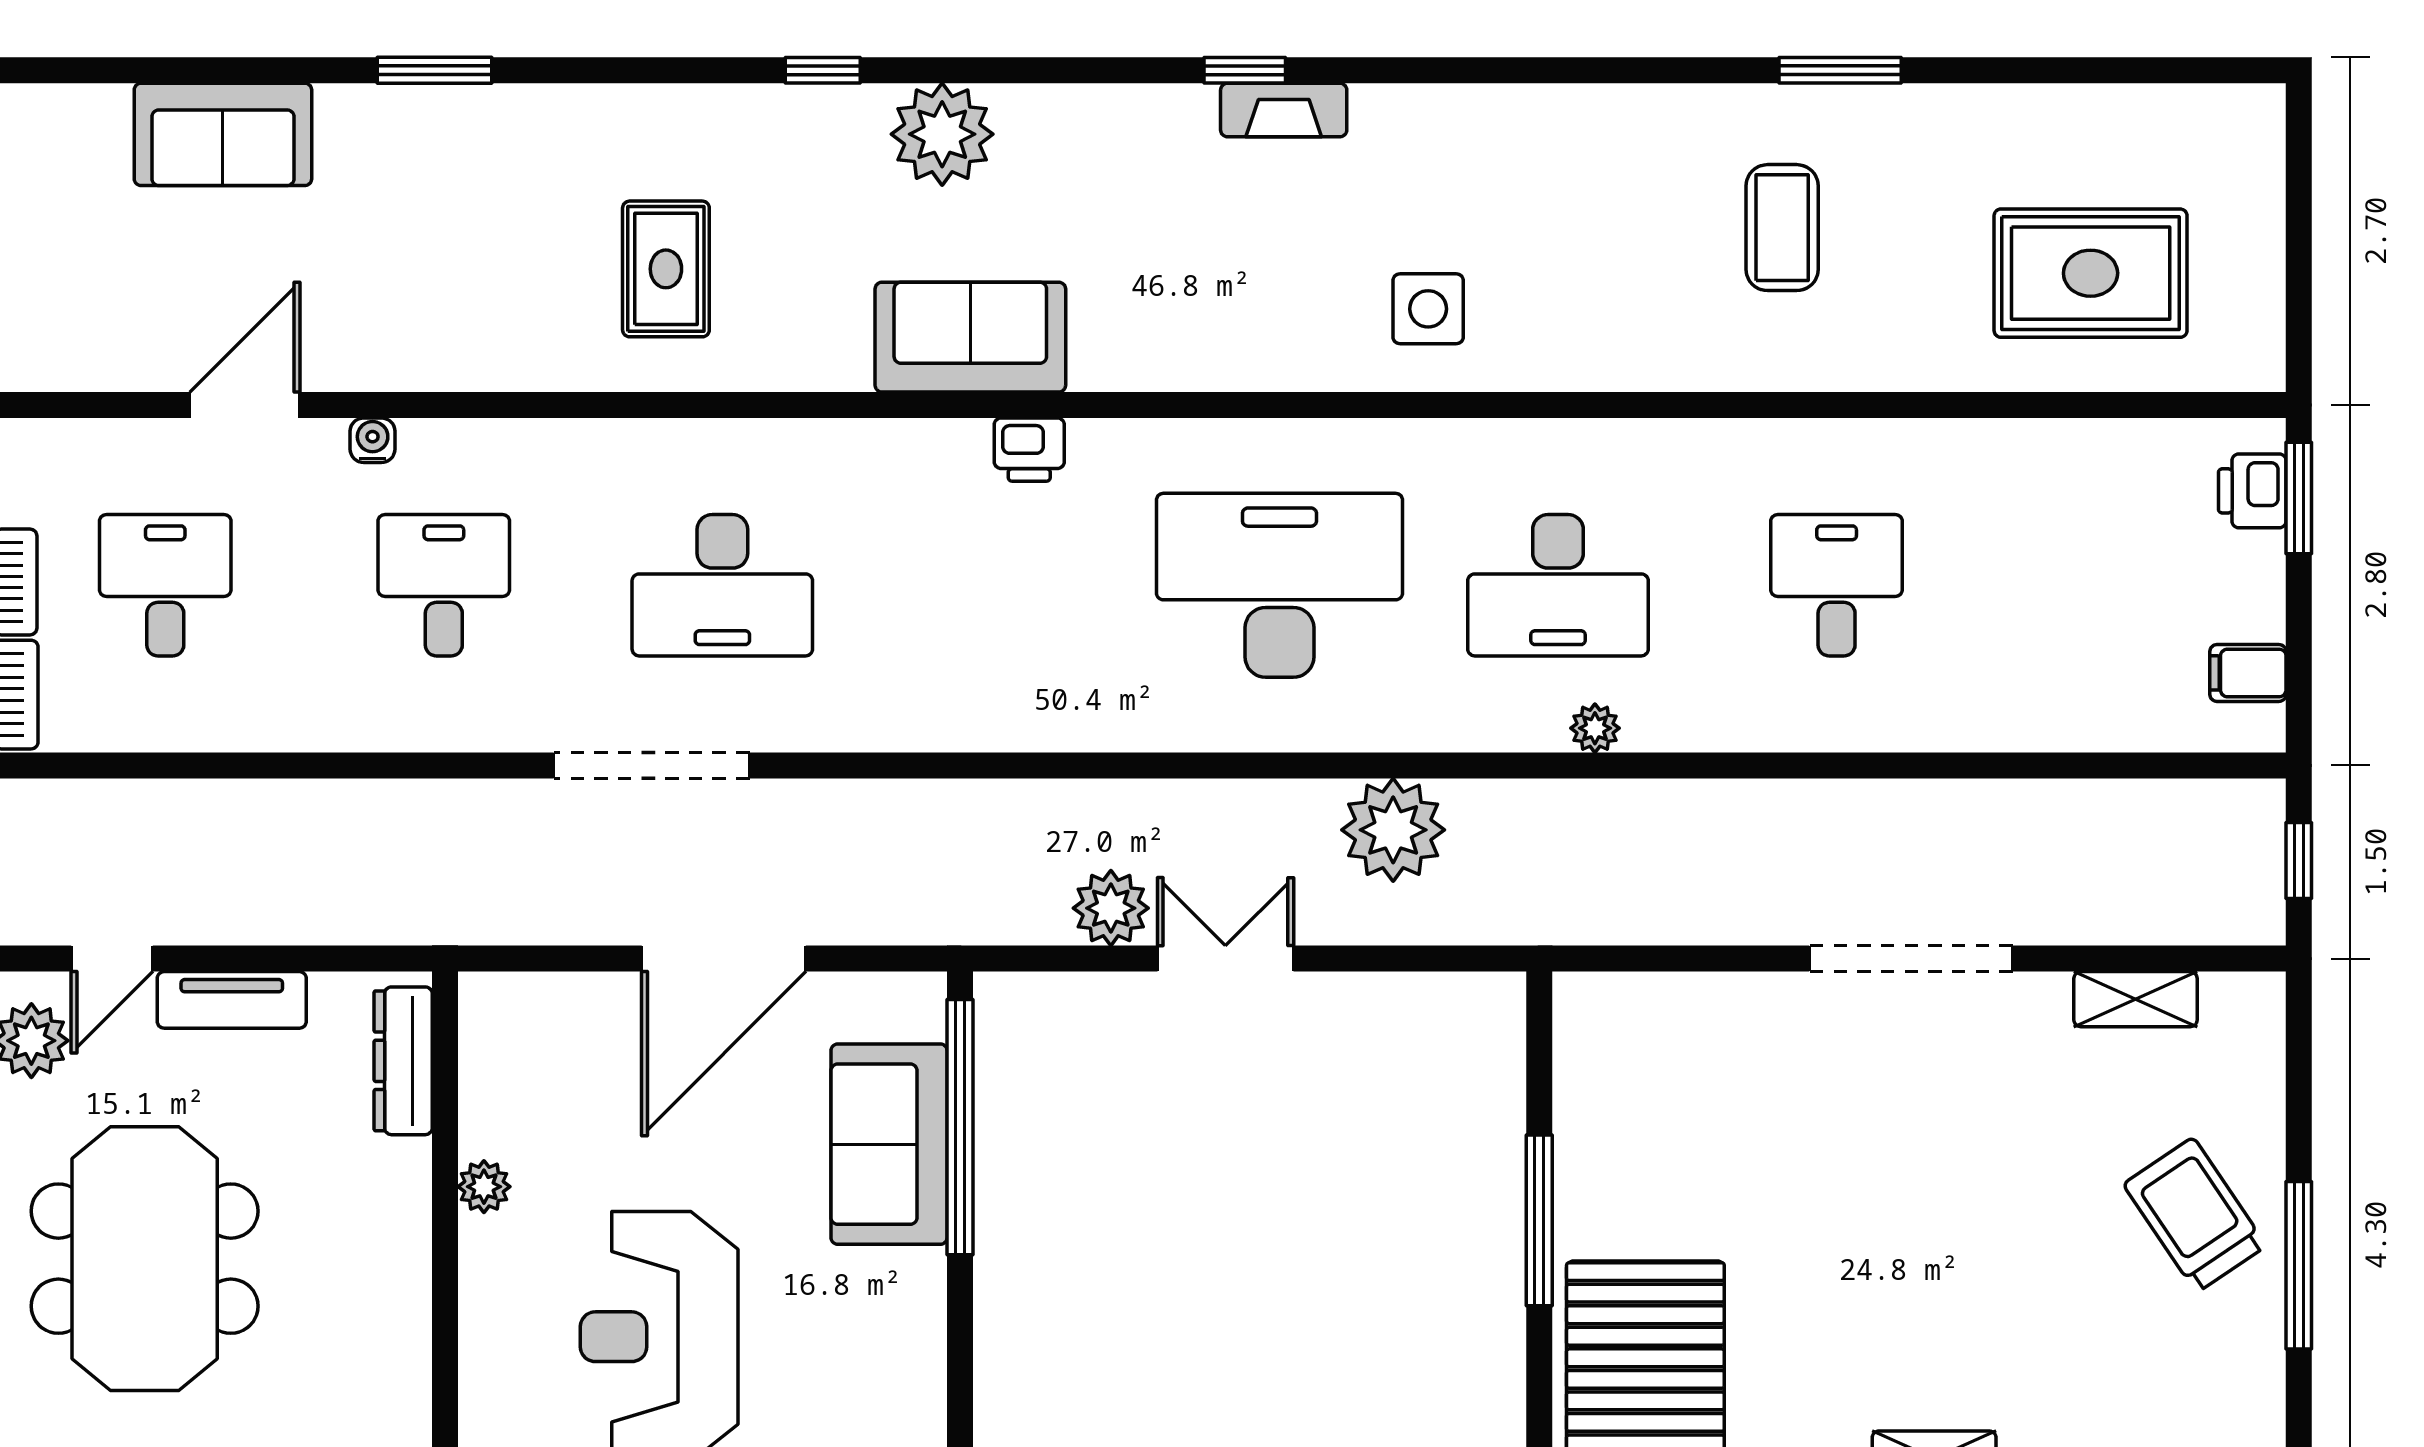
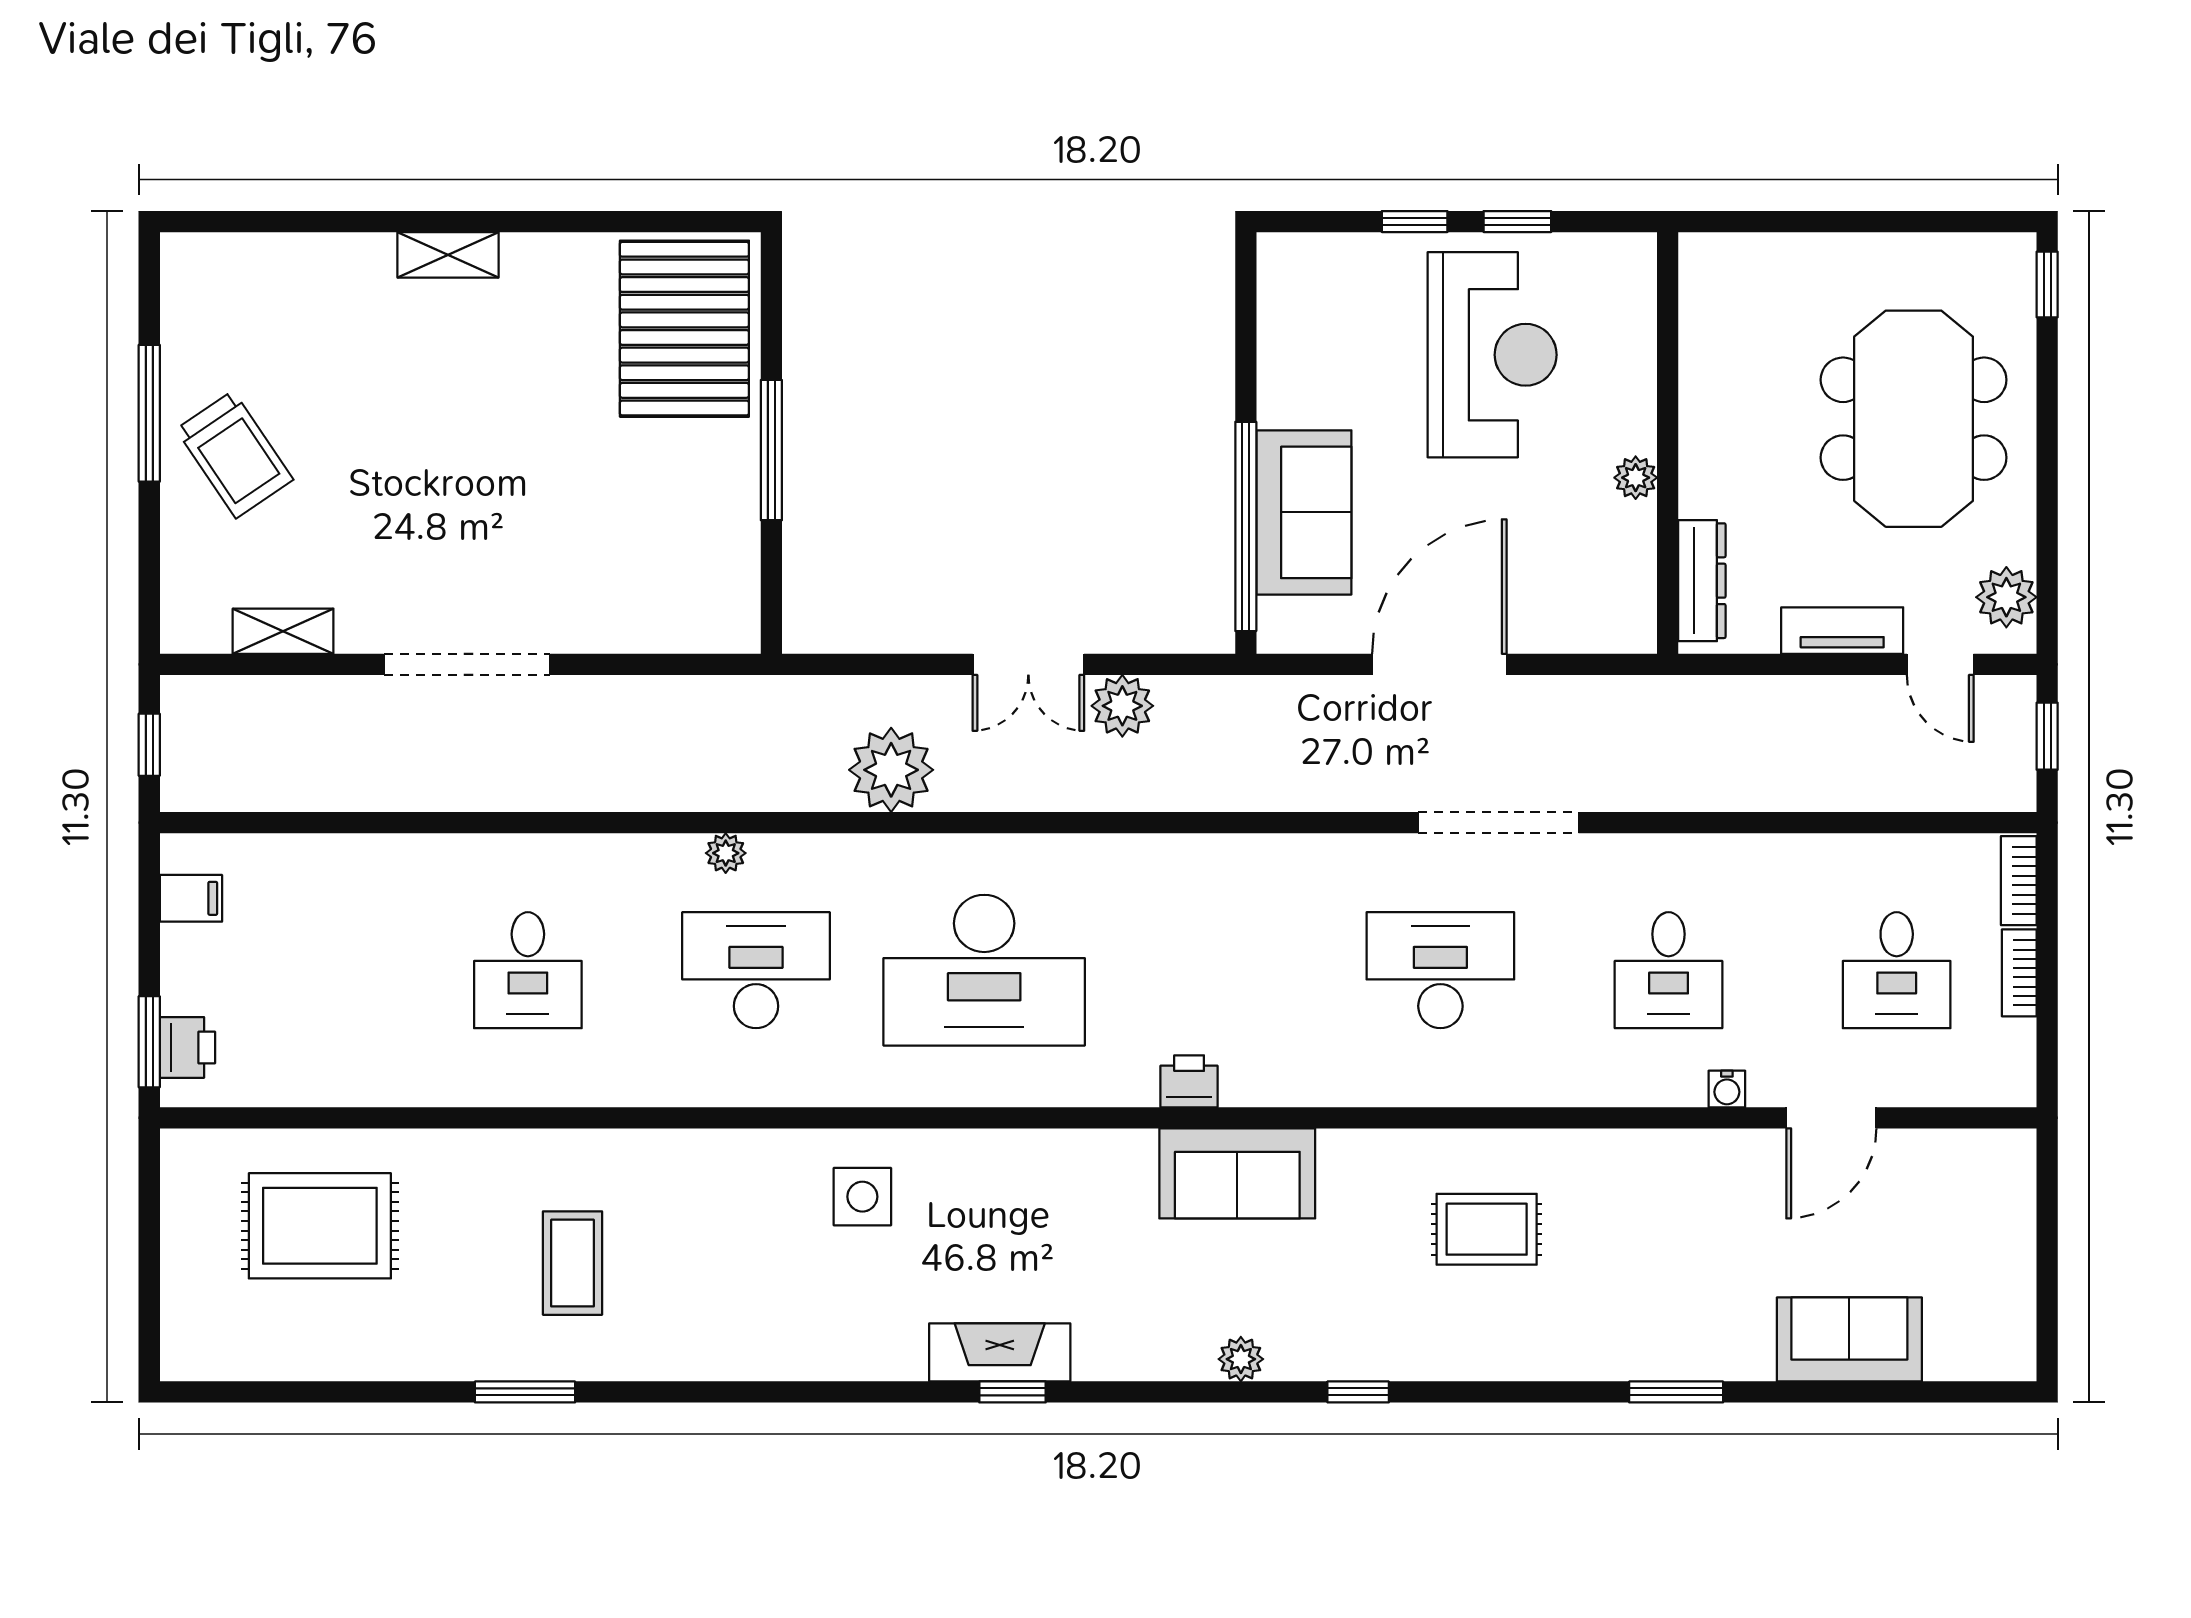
fireplace: (1284, 110) -> (1000, 1352), width x1.37, depth x1.32
plant: (942, 134) -> (1241, 1359), width x0.53, depth x0.53
rug: (666, 269) -> (1487, 1229), turned 90
door: (112, 959) -> (1940, 664), swing flipped

